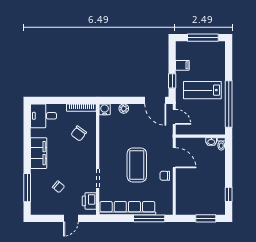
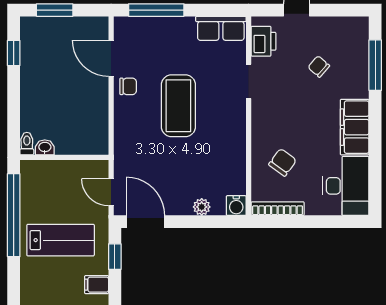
desk: (43, 116) -> (346, 186), width x1.37
door: (174, 158) -> (111, 58), moved
row of seats: (127, 208) -> (221, 28), width x0.50

